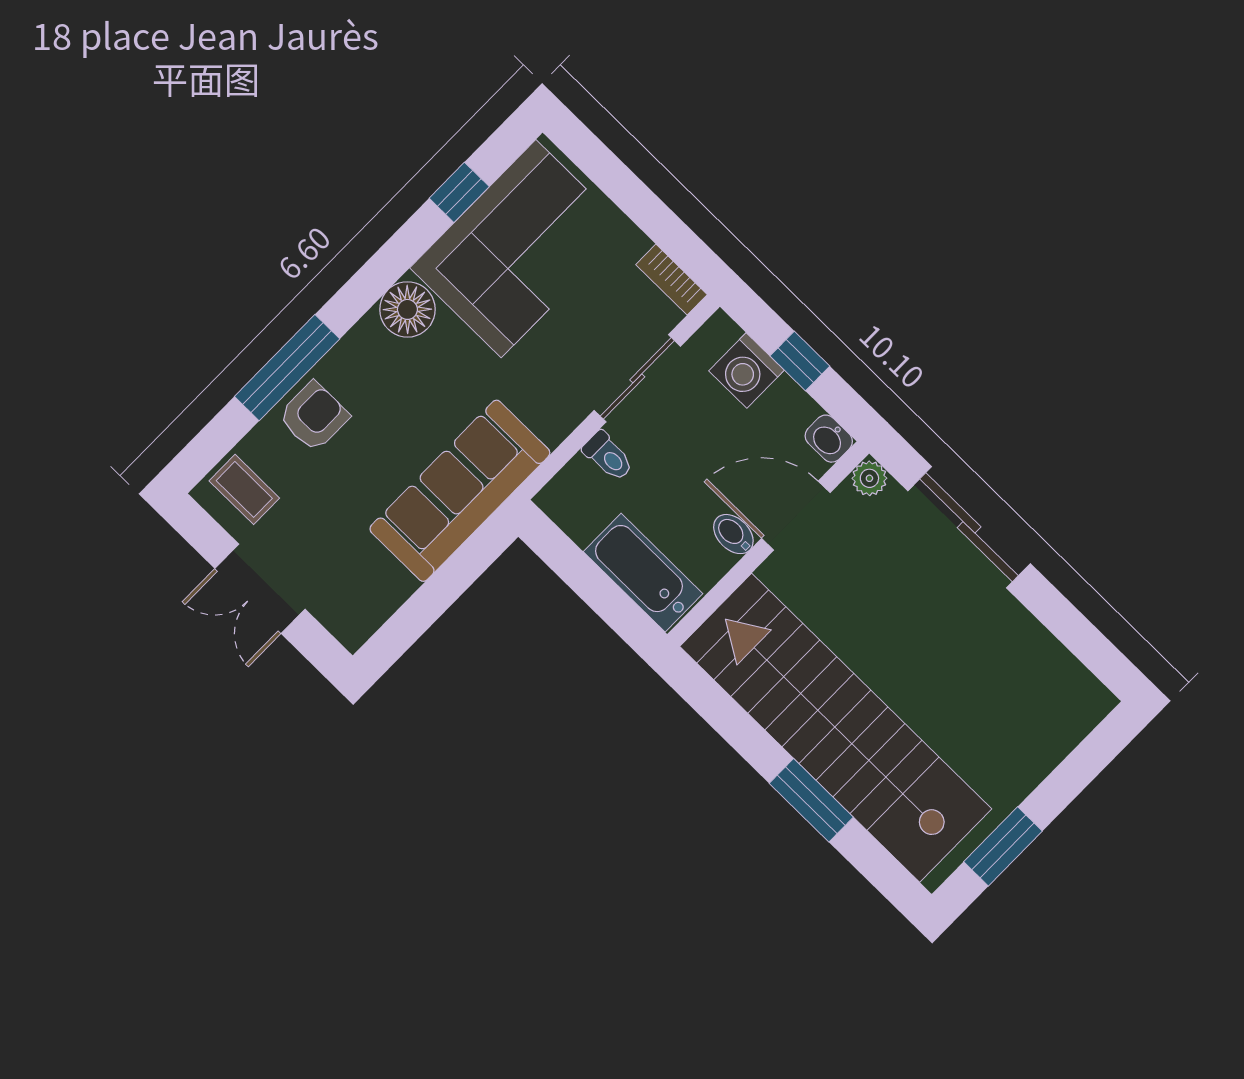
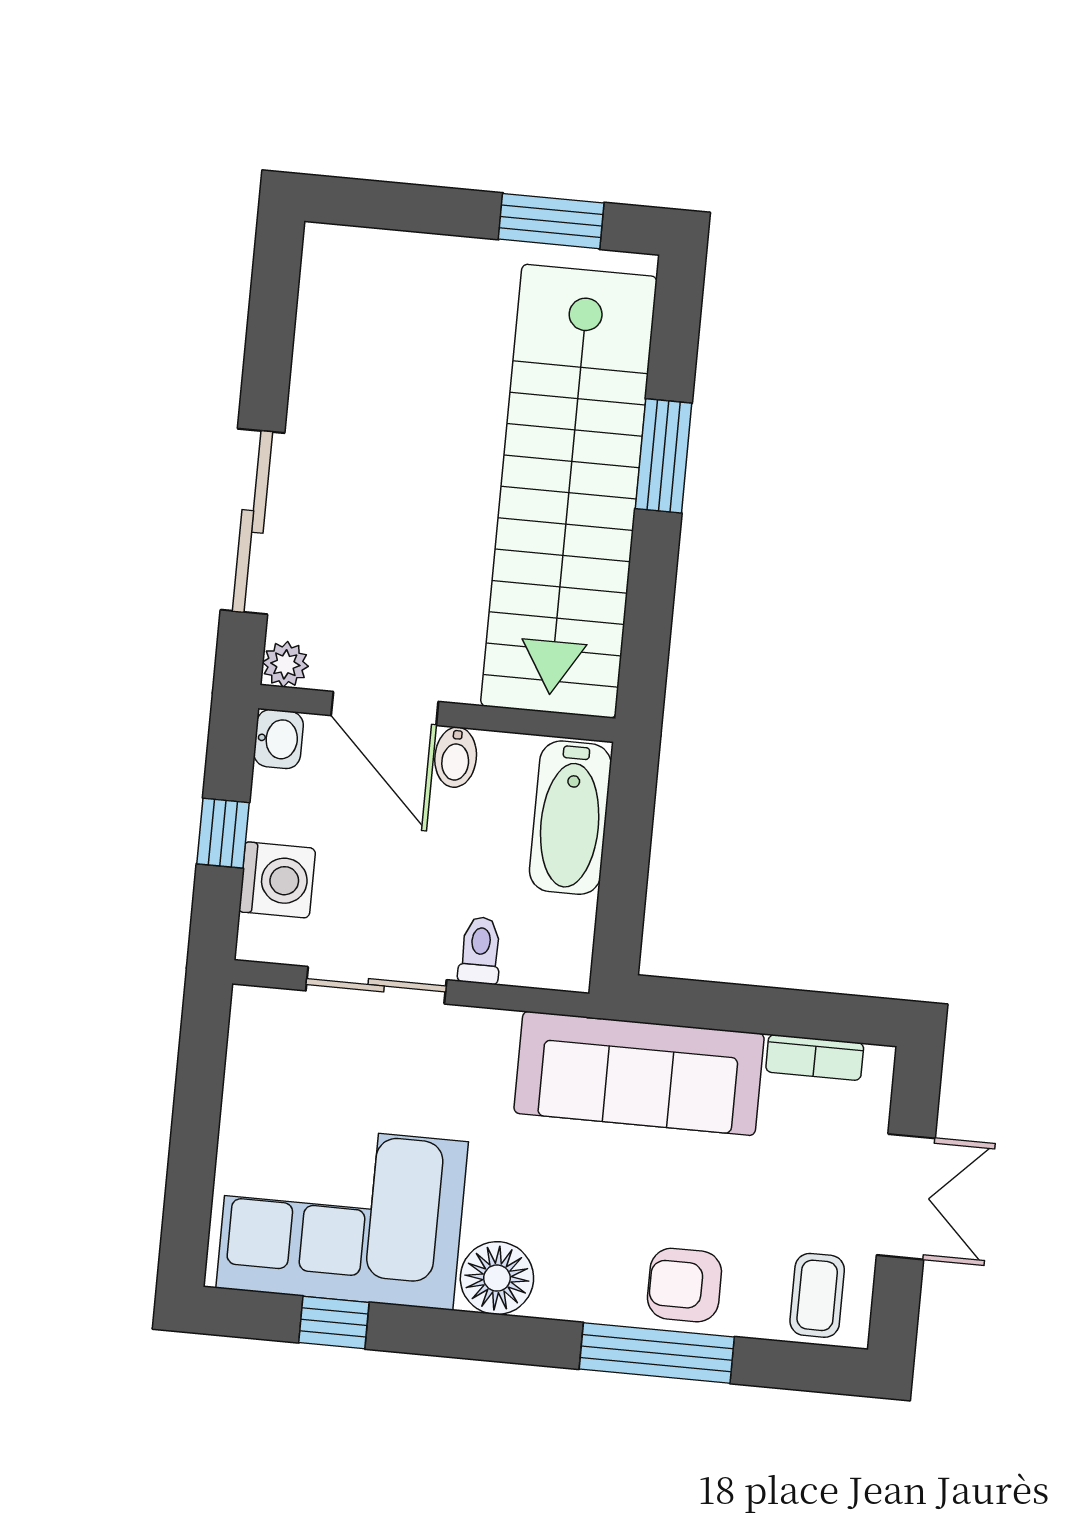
bookcase: (672, 280) -> (815, 1057), moved, turned 90

